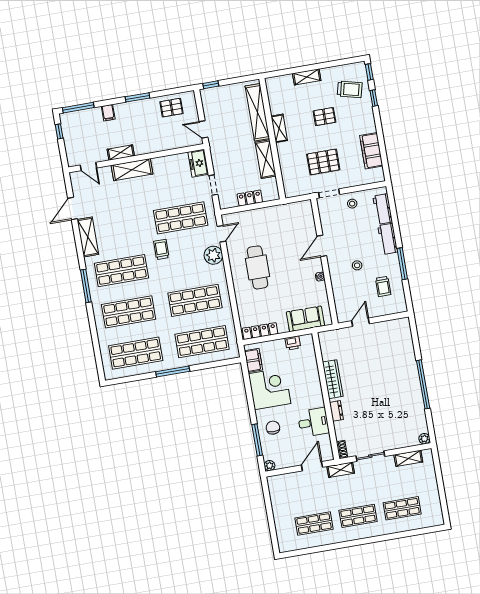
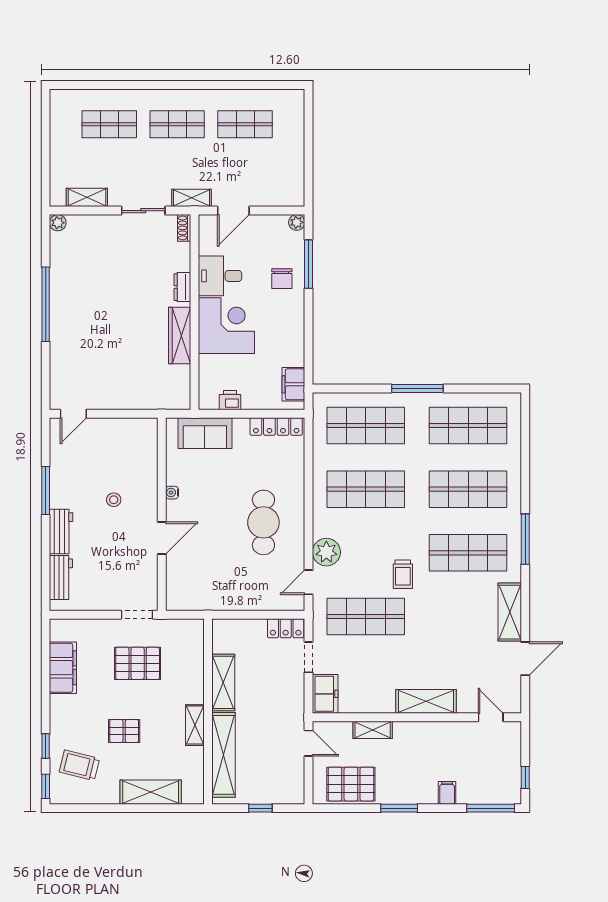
shelving: (307, 77) -> (151, 792), width x1.50, depth x1.33
window: (211, 85) -> (260, 808), moved
pallet: (171, 108) -> (351, 784), width x1.50, depth x1.42
shelving: (121, 153) -> (373, 730), moved
locker: (250, 198) -> (286, 628), moved
stool: (352, 204) -> (105, 594), removed
trolley: (383, 286) -> (80, 461), removed
door: (361, 322) -> (73, 414), moved
corner desk: (270, 389) -> (226, 326), moved, turned 180

